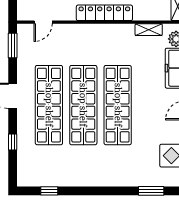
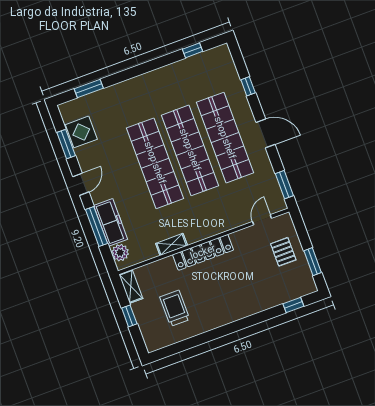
shelving: (149, 30) -> (172, 244), moved

